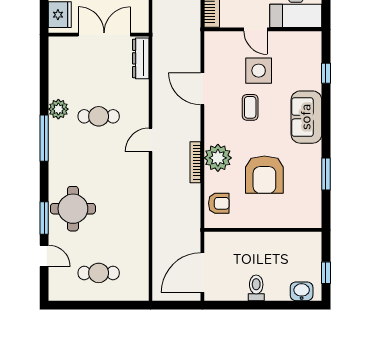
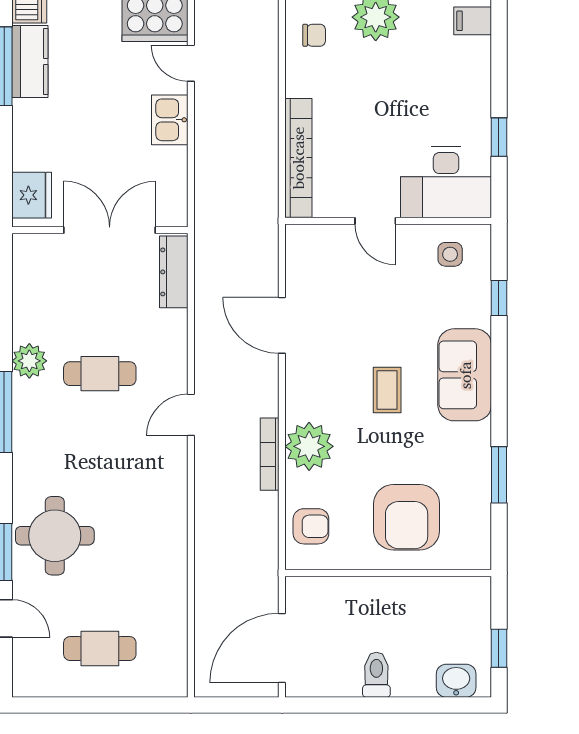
side table: (259, 71) -> (450, 254), moved, width x0.54, depth x0.54
coffee table: (250, 107) -> (387, 390), moved
armchair: (264, 175) -> (407, 517), moved

